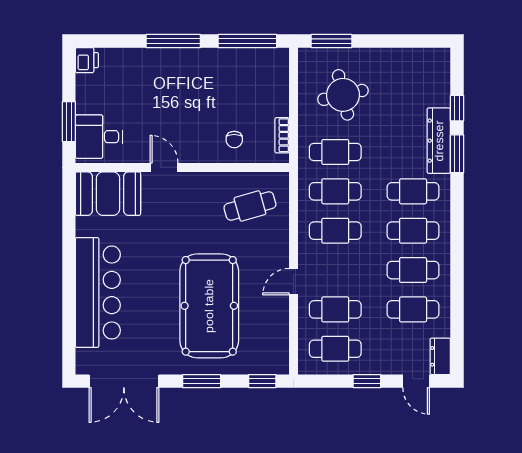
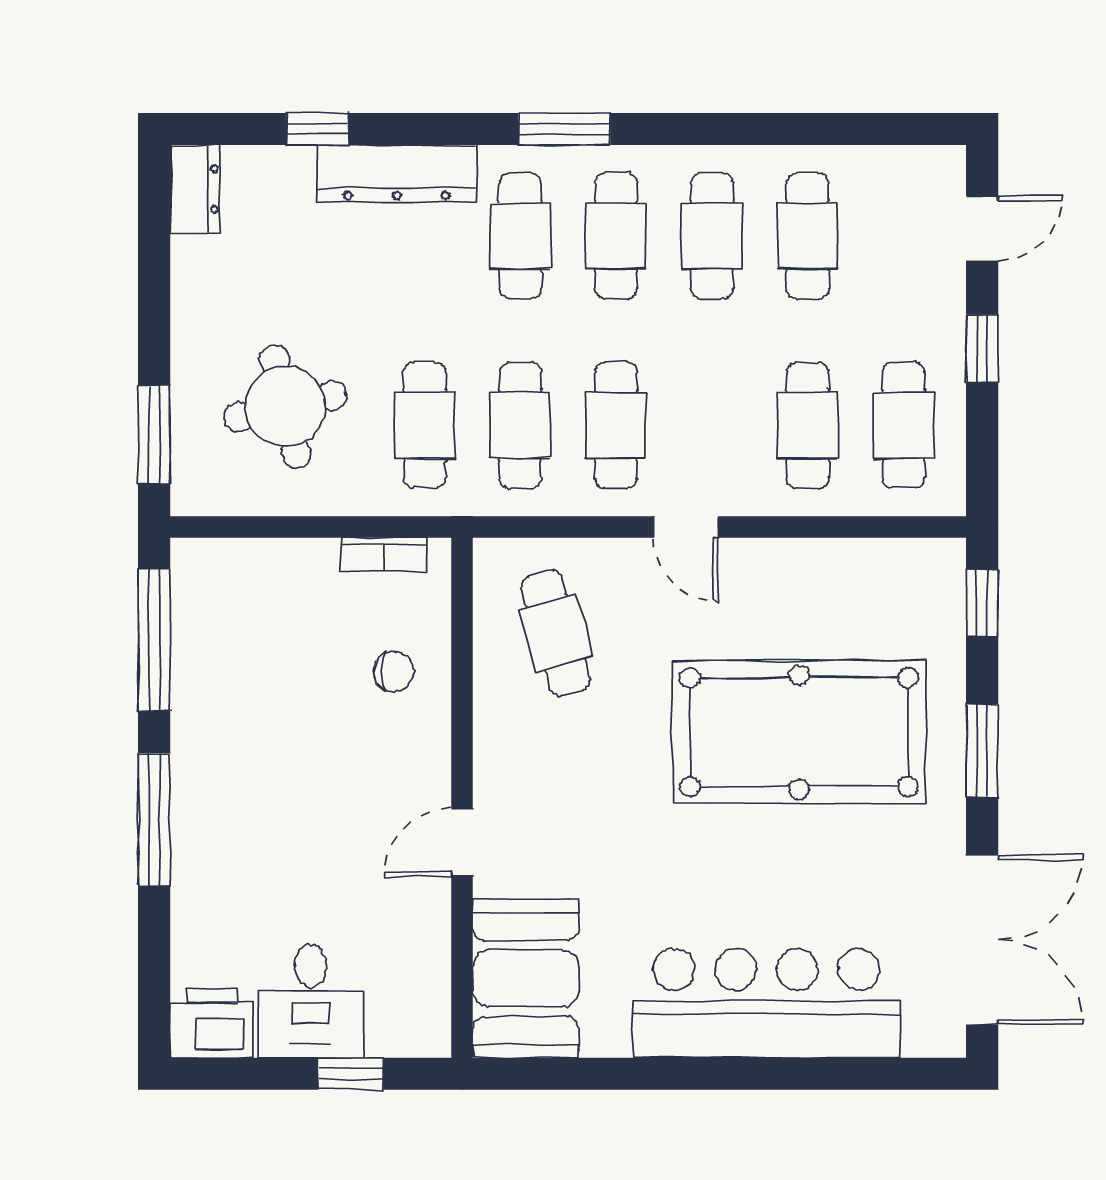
printer: (87, 60) -> (212, 1023), width x1.36, depth x1.24
window: (69, 122) -> (351, 1074), width x0.67
desk: (99, 137) -> (311, 1001), moved
window: (457, 154) -> (564, 129), moved
door: (293, 282) -> (686, 527), moved
dresser: (440, 356) -> (195, 189), moved, turned -90

